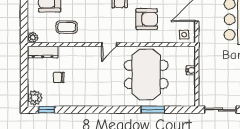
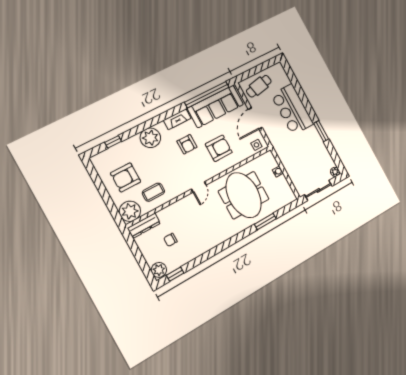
plant: (33, 38) -> (130, 211), width x1.87, depth x1.87

